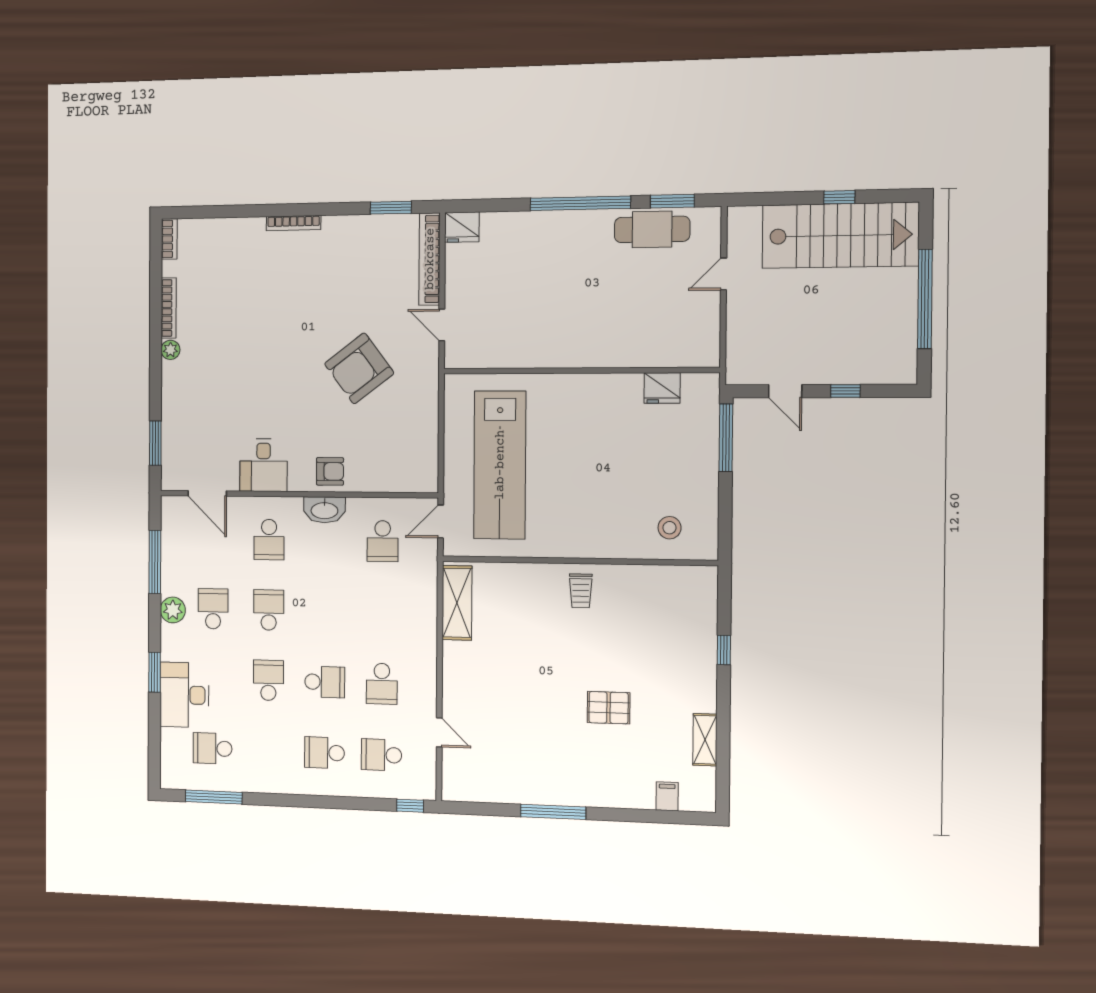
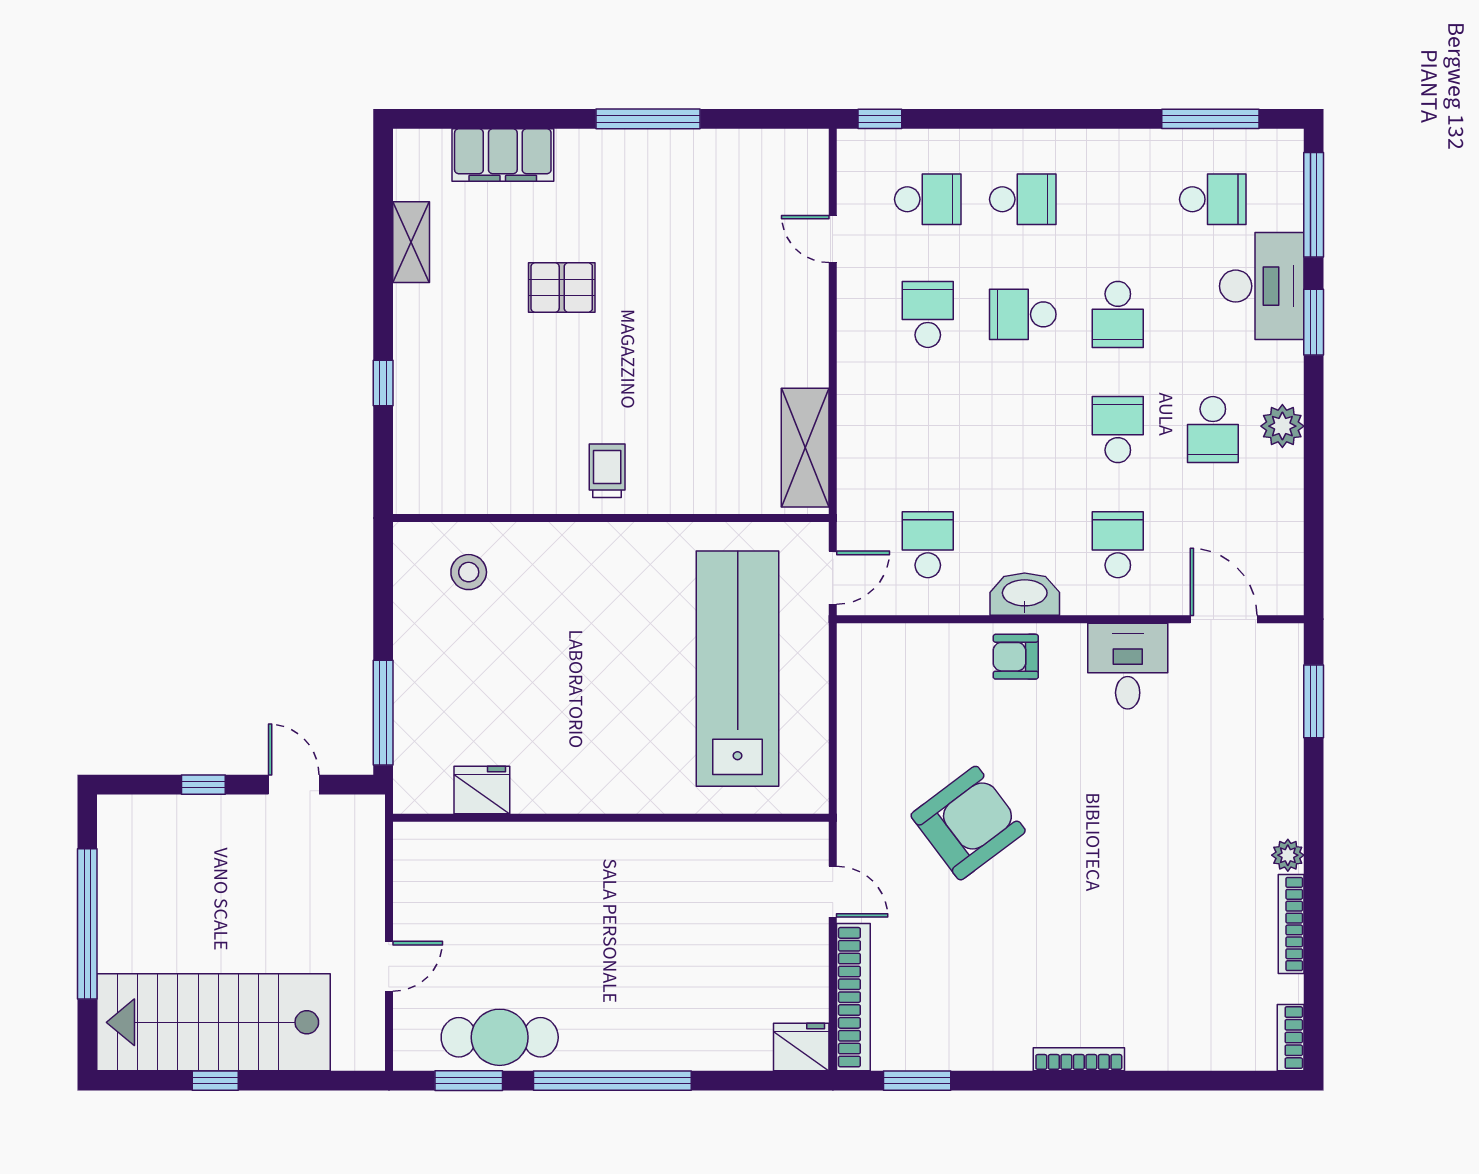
window: (155, 562) -> (1314, 205), moved
school desk: (269, 610) -> (1118, 430), turned 180
filing cabinet: (667, 796) -> (503, 155), width x3.00, depth x1.17

